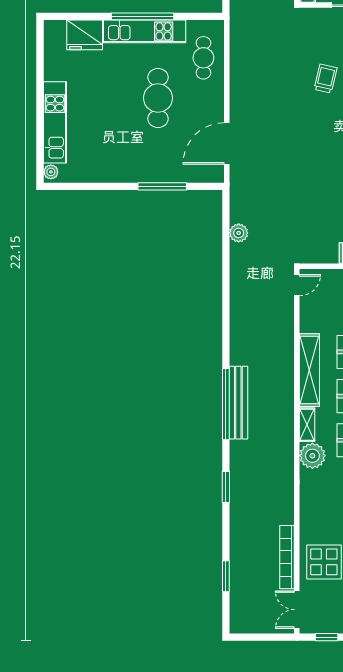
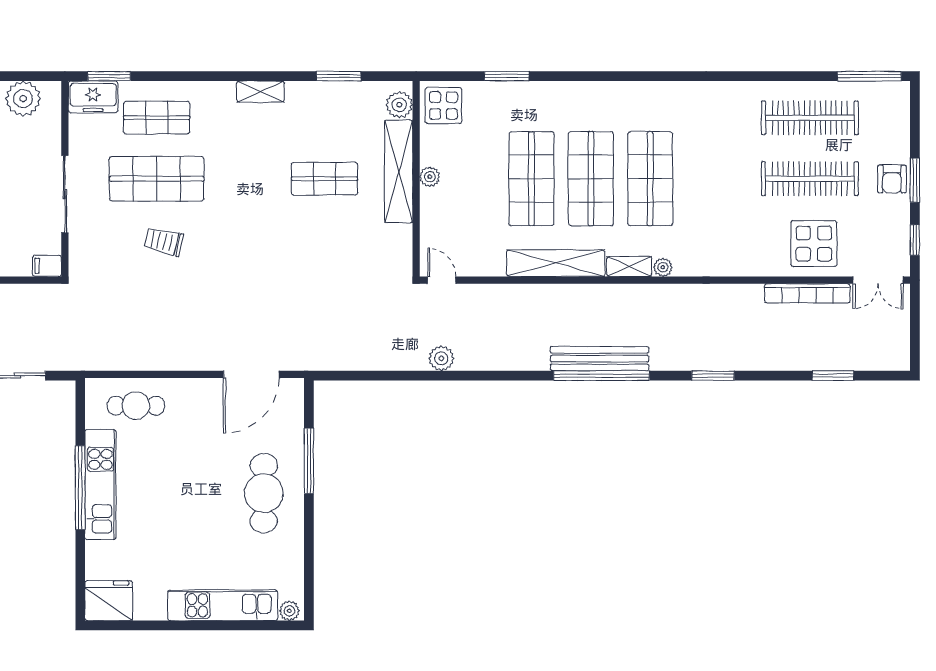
fridge: (85, 35) -> (109, 601), moved, turned -90
cafe table: (158, 98) -> (264, 493), moved, turned 90
door: (227, 143) -> (251, 374), hinge flipped
plant: (239, 233) -> (441, 358), moved
plant: (312, 456) -> (663, 267), width x0.53, depth x0.53

